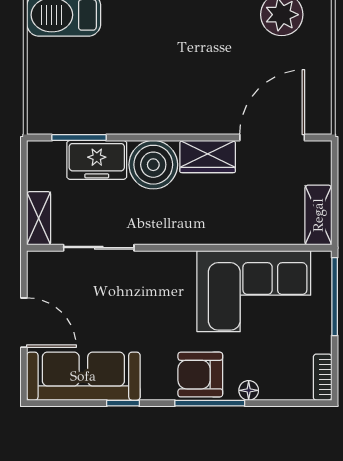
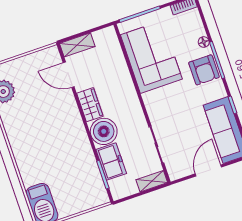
door: (272, 138) -> (69, 75), width x0.73
shelving: (318, 215) -> (77, 45), moved

